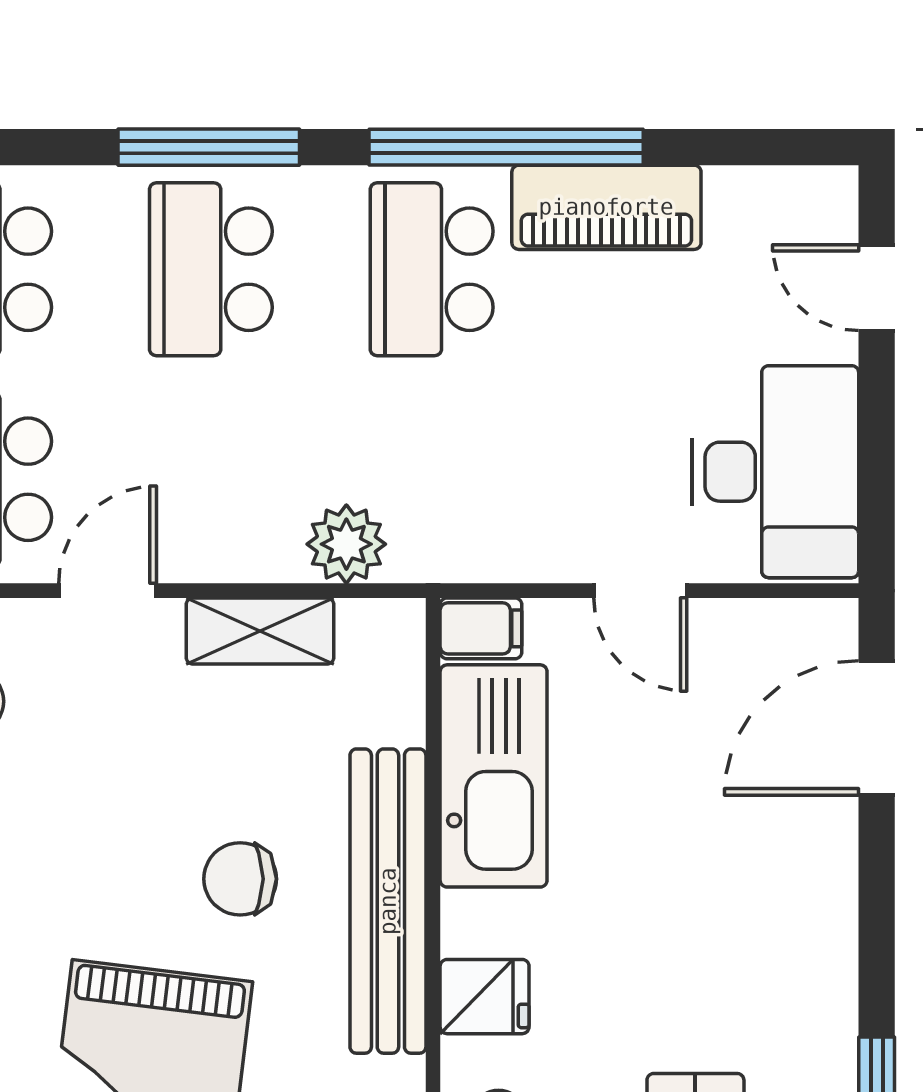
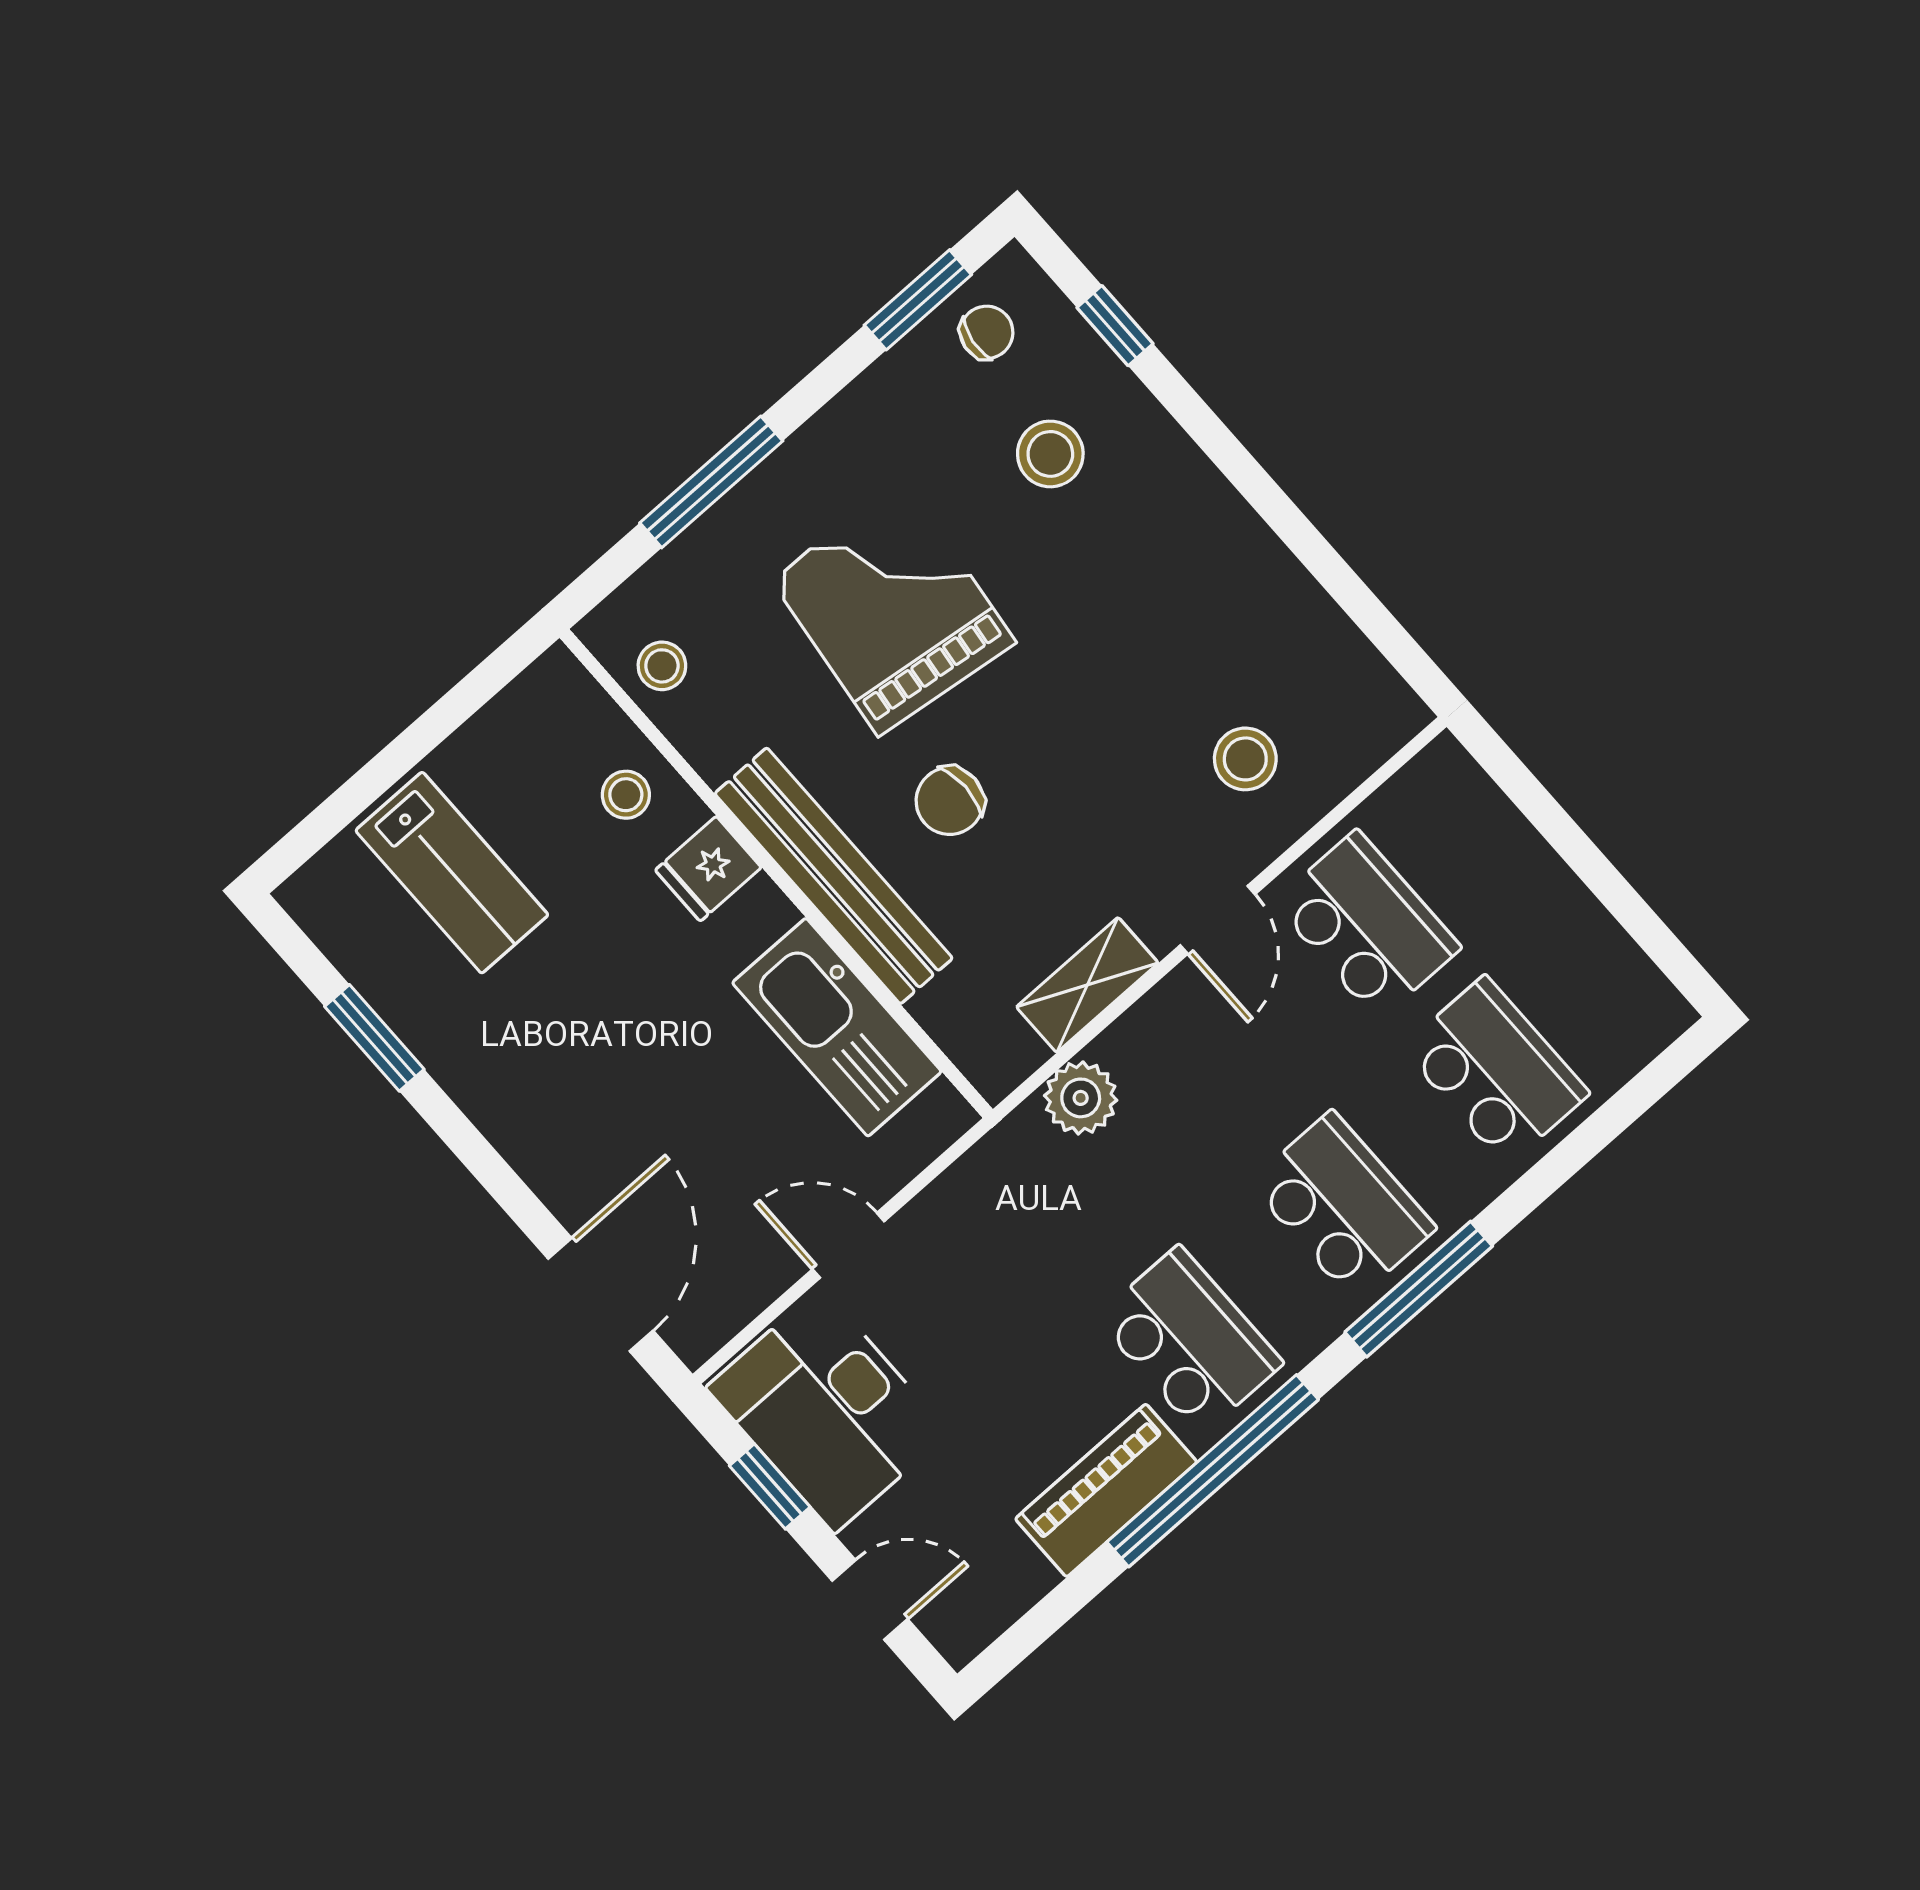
window: (877, 451) -> (770, 1486), added
filing cabinet: (481, 628) -> (936, 1122), removed
chair: (240, 879) -> (950, 801), turned 180

